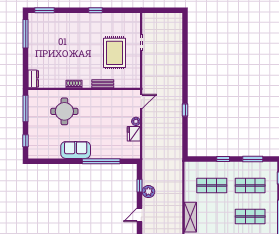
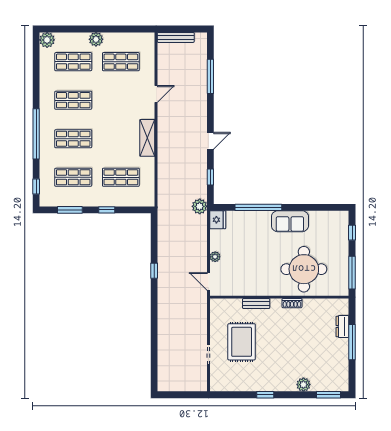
plant: (65, 18) -> (303, 385), added
window: (26, 34) -> (352, 342), moved
dresser: (33, 79) -> (342, 327), moved
door: (141, 101) -> (208, 281), hinge flipped
round table: (64, 111) -> (304, 269), width x1.36, depth x1.36
fridge: (134, 134) -> (218, 220), moved
plant: (148, 192) -> (200, 206), moved

